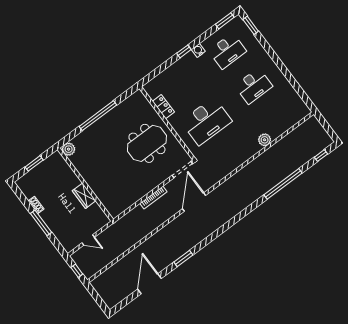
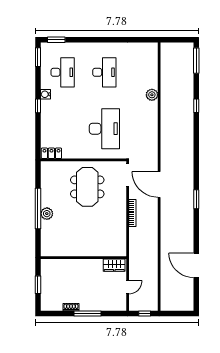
locker: (163, 107) -> (51, 153), moved
plant: (69, 149) -> (47, 214), moved
window: (321, 156) -> (196, 61), width x2.17
window: (283, 184) -> (196, 106), width x0.32
wardrobe: (84, 196) -> (114, 265), moved
window: (183, 258) -> (196, 199), moved

